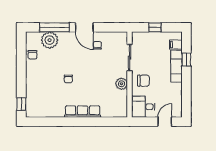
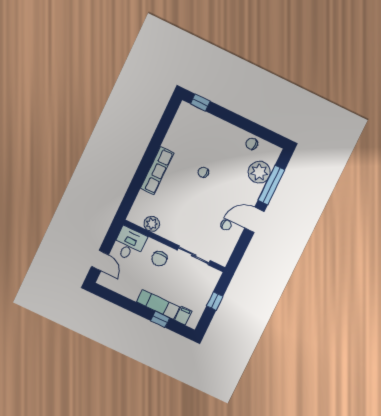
plant: (121, 84) -> (152, 224), moved

